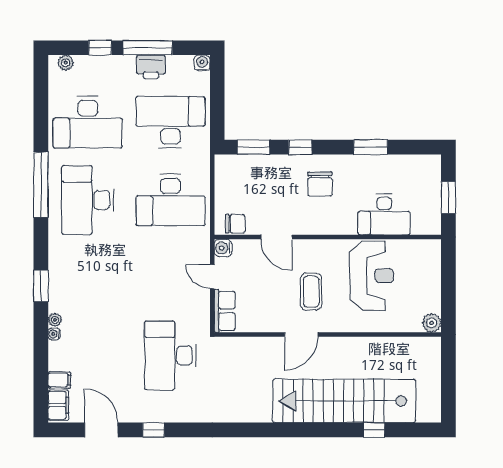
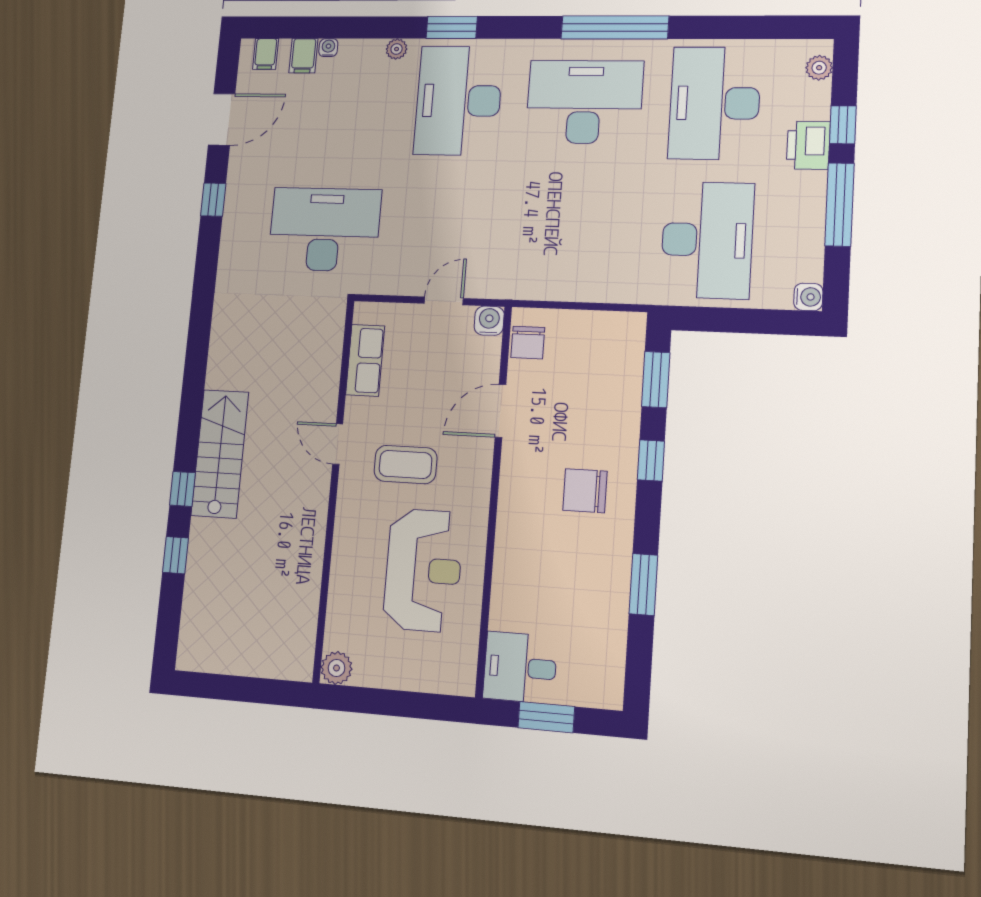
printer: (151, 67) -> (808, 145), moved
desk: (170, 200) -> (458, 101), moved
desk: (384, 214) -> (520, 667), moved, width x0.73
reception desk: (372, 276) -> (423, 570), turned -90
row of seats: (225, 311) -> (365, 360), moved, turned -90
water cooler: (54, 334) -> (328, 48), moved
door: (301, 335) -> (338, 444), width x0.73
stairs: (344, 401) -> (220, 454), width x0.54, depth x0.66
filing cabinet: (58, 405) -> (266, 54), width x0.50
window: (334, 430) -> (182, 489), added

